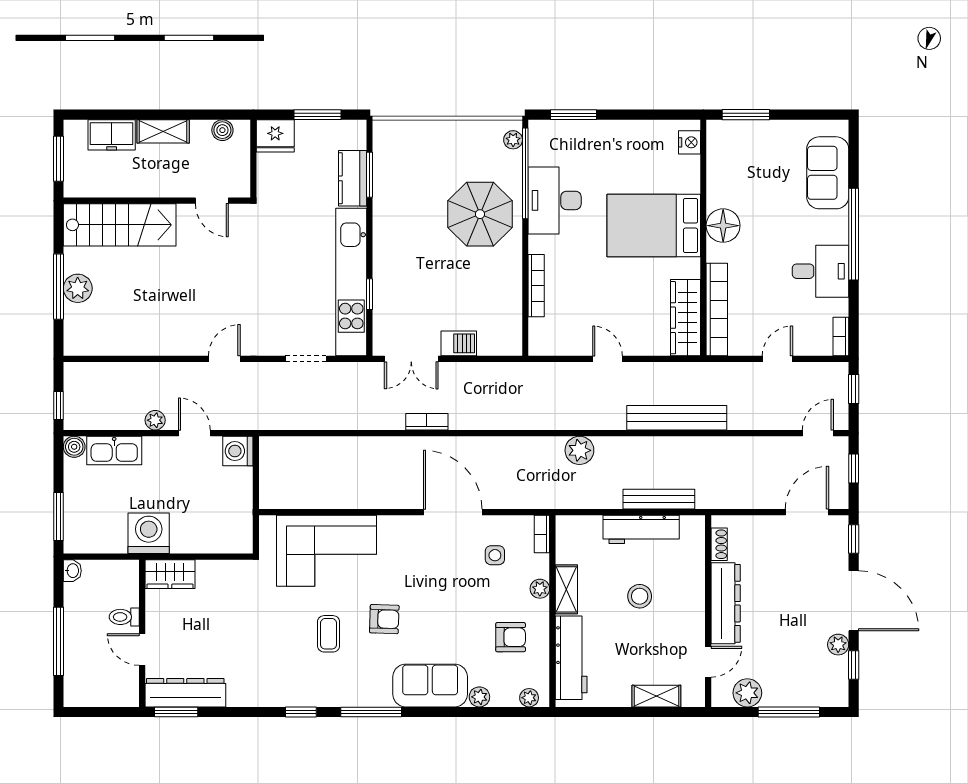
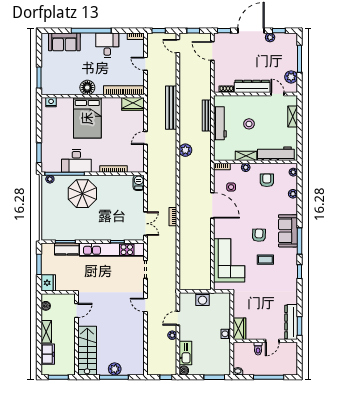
wardrobe: (686, 318) -> (133, 104), width x0.67
barbecue: (459, 343) -> (139, 183), moved
washing machine: (238, 451) -> (203, 299), moved
door: (453, 512) -> (212, 205), swing flipped
washing machine: (149, 533) -> (226, 334), width x0.53, depth x0.53
sofa: (430, 686) -> (288, 231), moved

